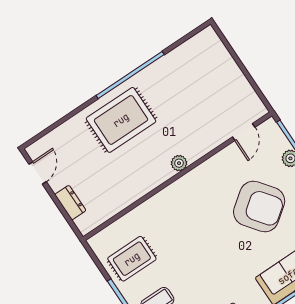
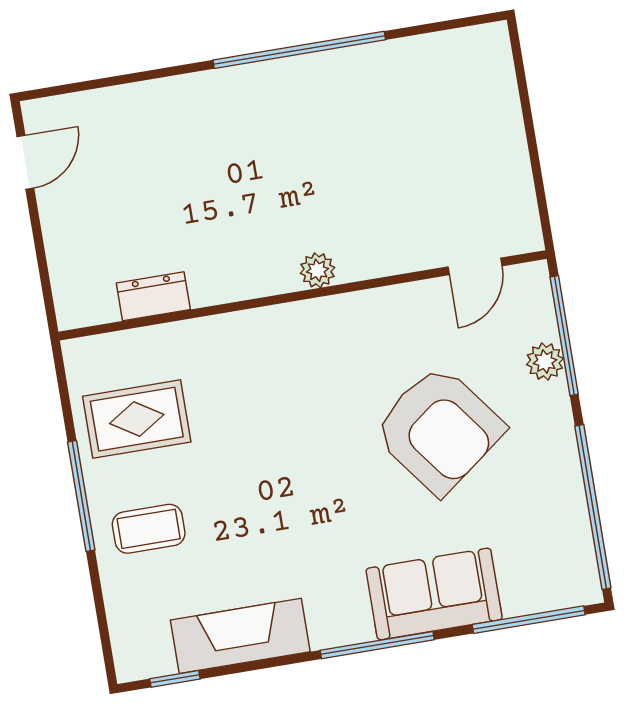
rug: (121, 120) -> (240, 131), removed
dresser: (70, 203) -> (153, 296), moved, turned -90

